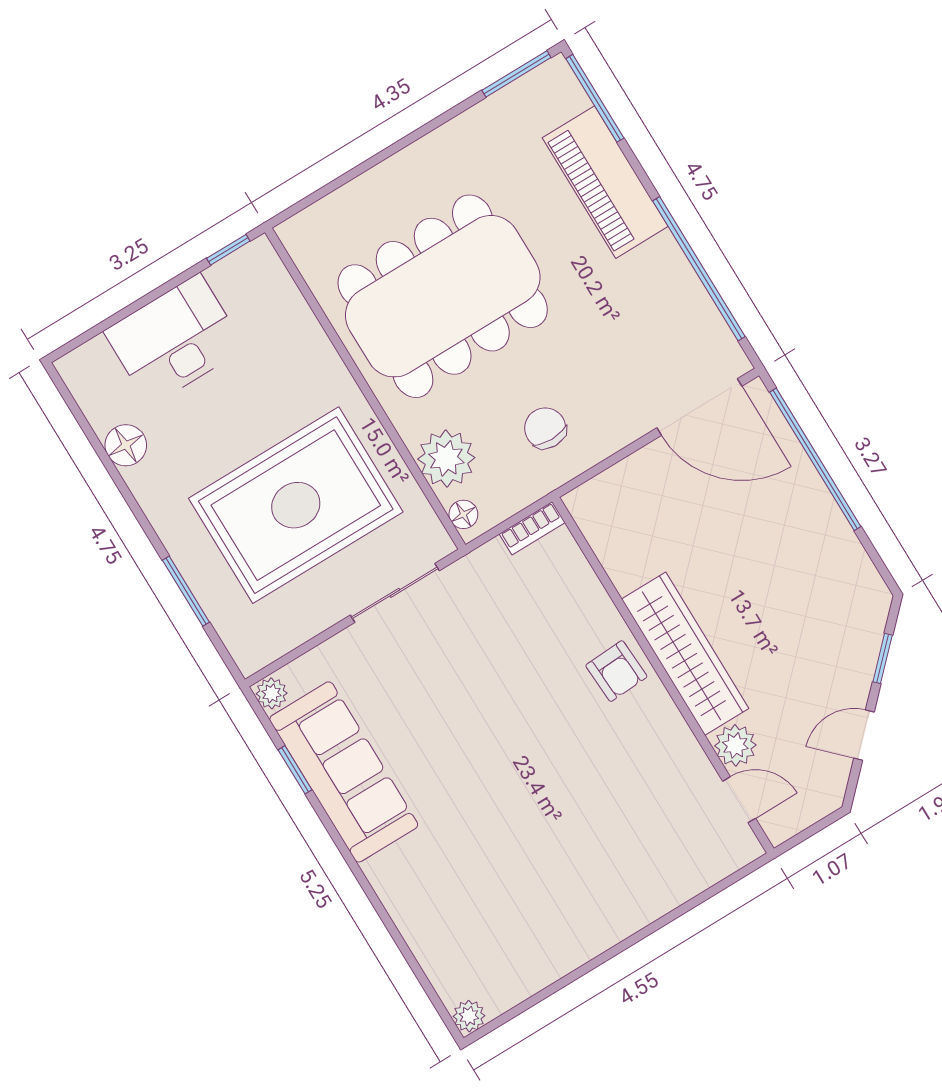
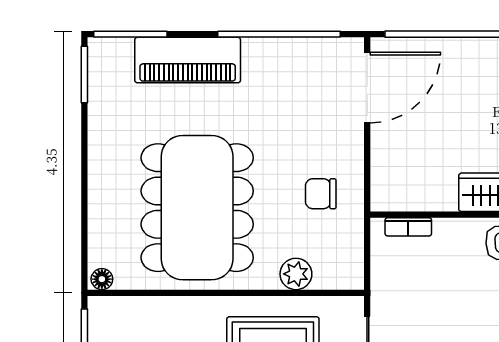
plant: (446, 458) -> (296, 274), width x0.73, depth x0.73
floor lamp: (463, 514) -> (102, 279), moved
bookcase: (532, 528) -> (408, 227), moved, turned 90

